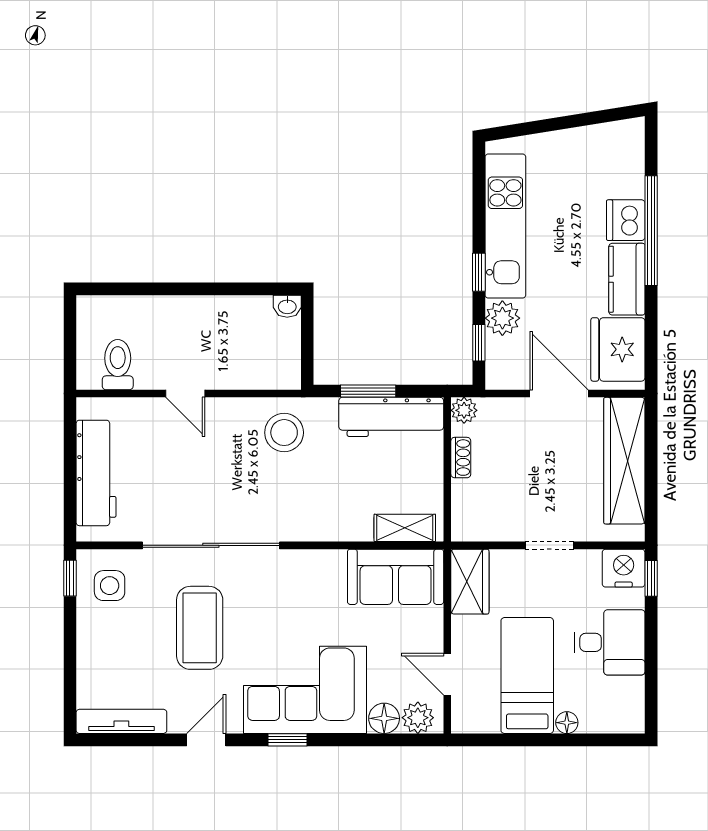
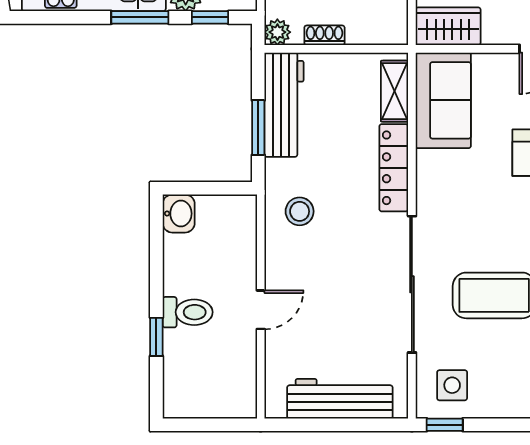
window: (479, 272) -> (140, 17), width x1.50
window: (158, 289) -> (156, 337), added
washbasin: (287, 306) -> (179, 214), width x1.38, depth x1.45
toilet: (118, 365) -> (188, 312), moved, turned 180
stool: (284, 433) -> (300, 211), width x0.73, depth x0.73
locker: (328, 527) -> (394, 168), added

